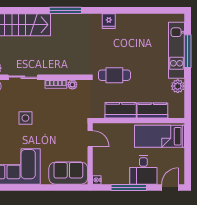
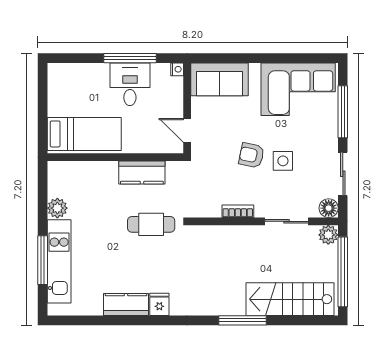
window: (65, 10) -> (243, 320), moved
plant: (72, 85) -> (213, 210), removed
kitchen counter: (152, 110) -> (126, 304), moved, turned 180
armchair: (47, 122) -> (251, 155), added
desk: (143, 170) -> (130, 84), moved
door: (170, 187) -> (69, 58), removed

